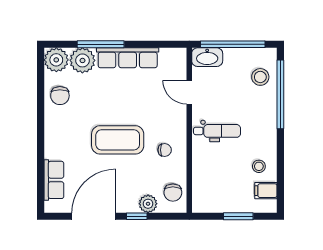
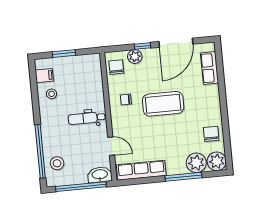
row of seats: (128, 58) -> (141, 170), moved

